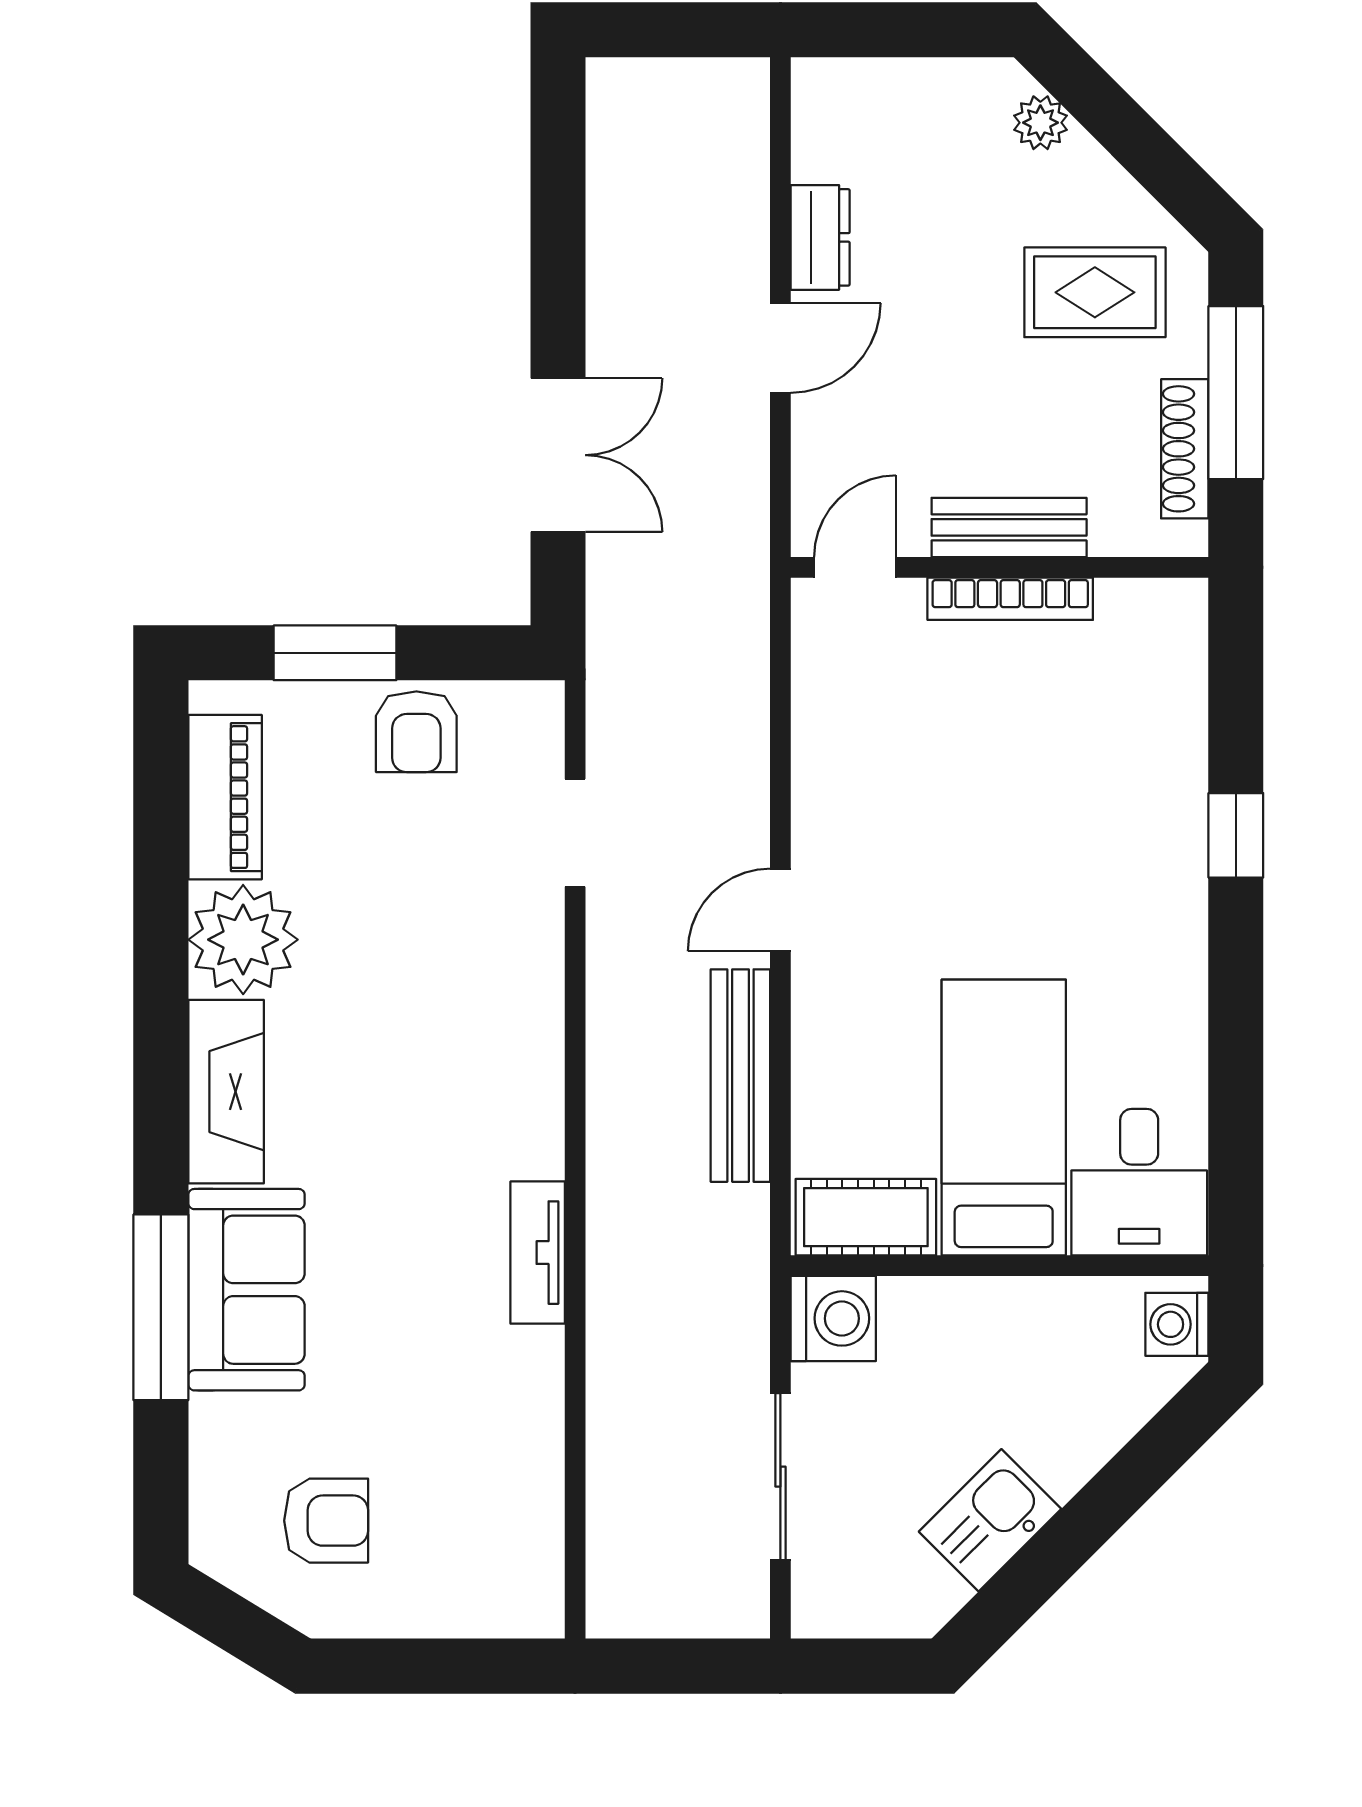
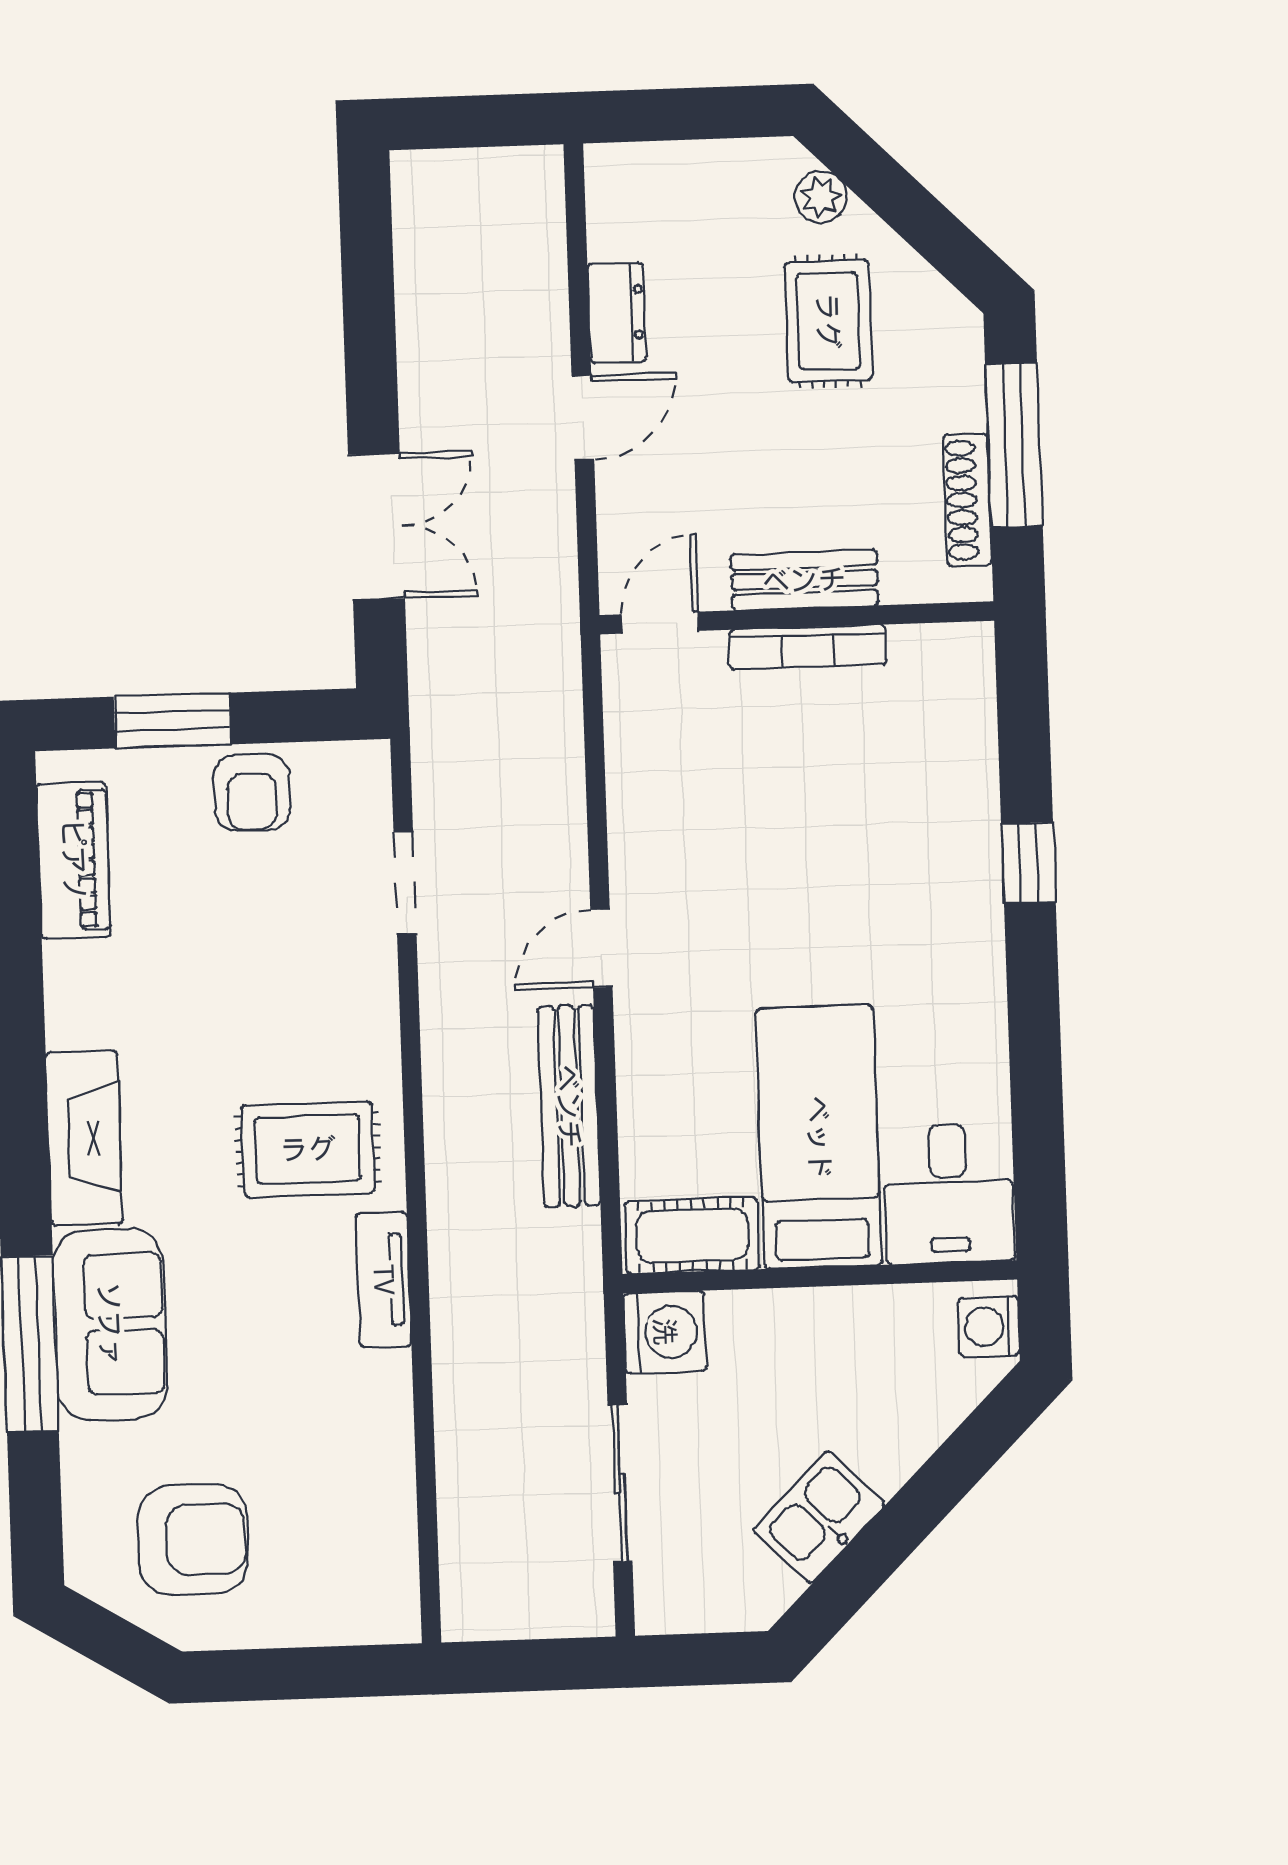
rug: (1095, 292) -> (828, 321), moved, turned 90
plant: (243, 940) -> (95, 994), removed
rug: (463, 1112) -> (308, 1149), added
armchair: (326, 1521) -> (193, 1540), width x1.38, depth x1.38

